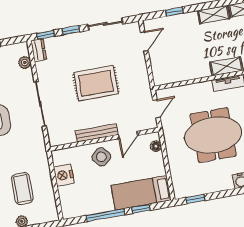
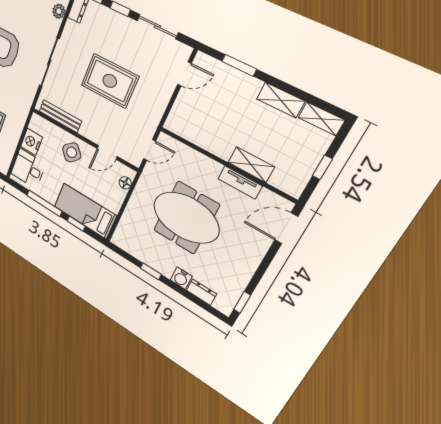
window: (174, 12) -> (239, 65), width x1.50
bench: (97, 133) -> (60, 116), moved
desk: (74, 199) -> (28, 169), added
window: (195, 199) -> (151, 271), moved

